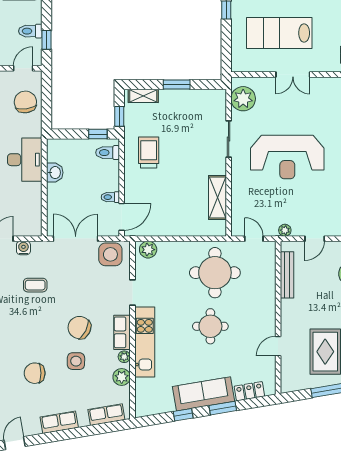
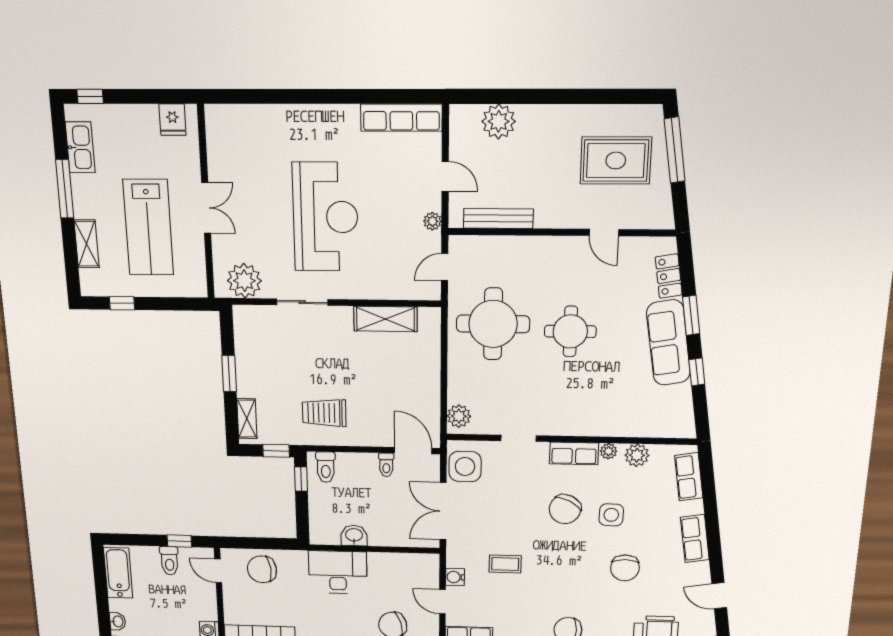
coffee table: (35, 285) -> (505, 564), turned 90
kitchen unit: (145, 342) -> (589, 423), removed

